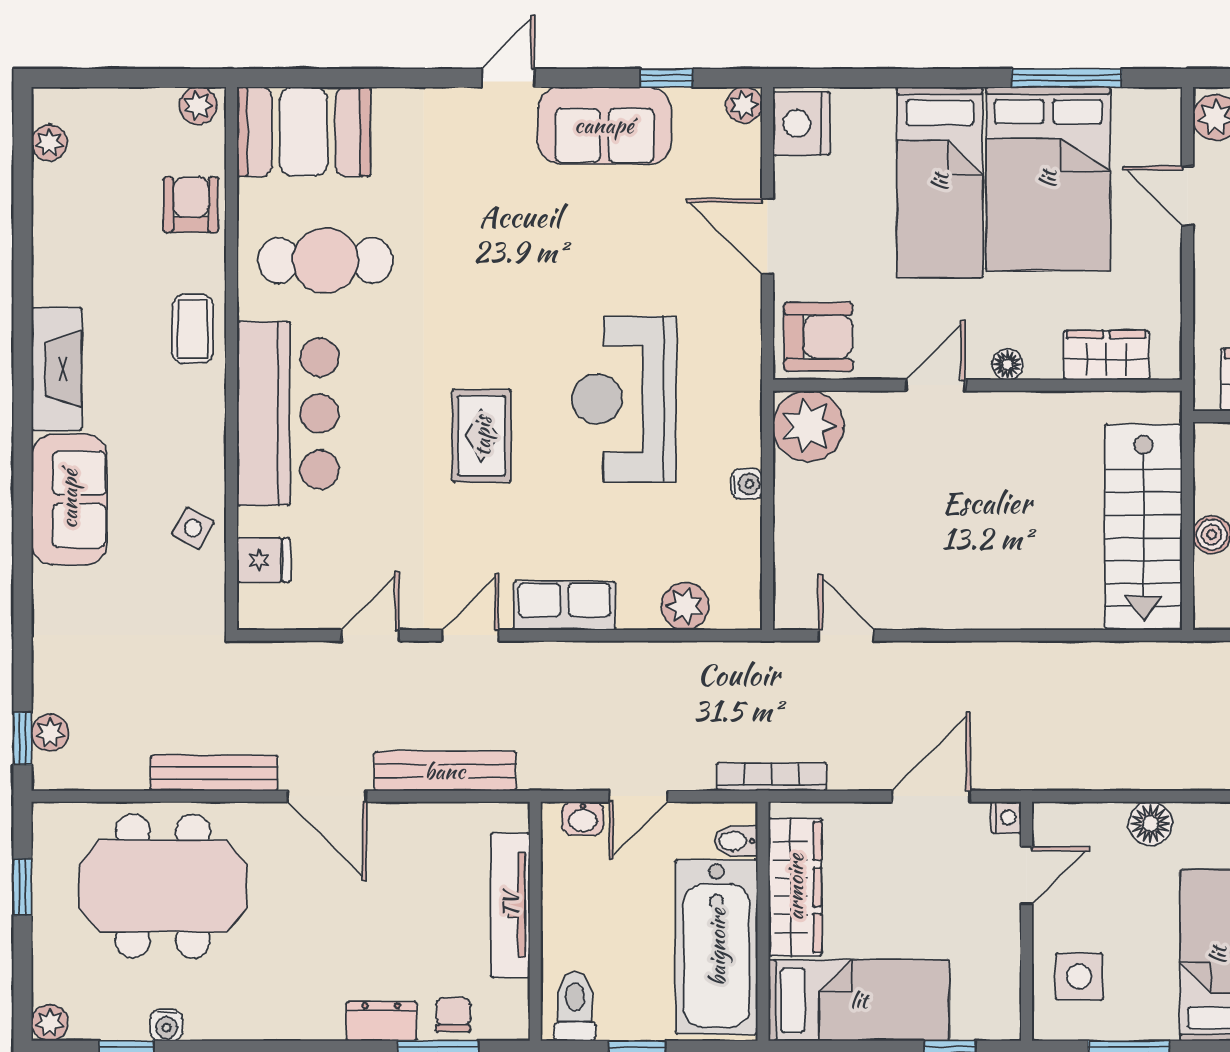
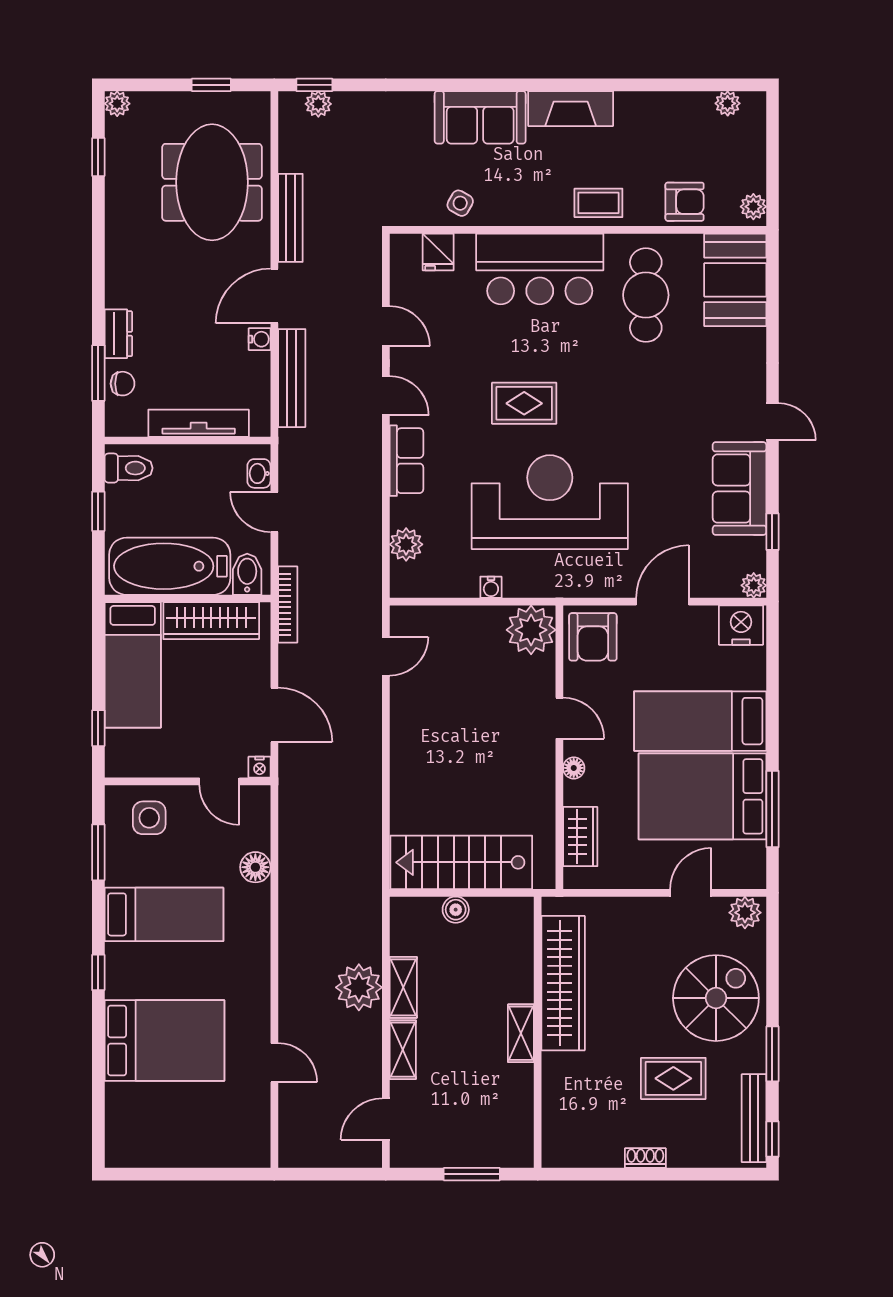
reception desk: (624, 399) -> (550, 502), width x1.36, depth x1.30
bidet: (736, 841) -> (247, 574), width x1.38, depth x1.36
water cooler: (167, 1025) -> (260, 339), moved, turned 180

